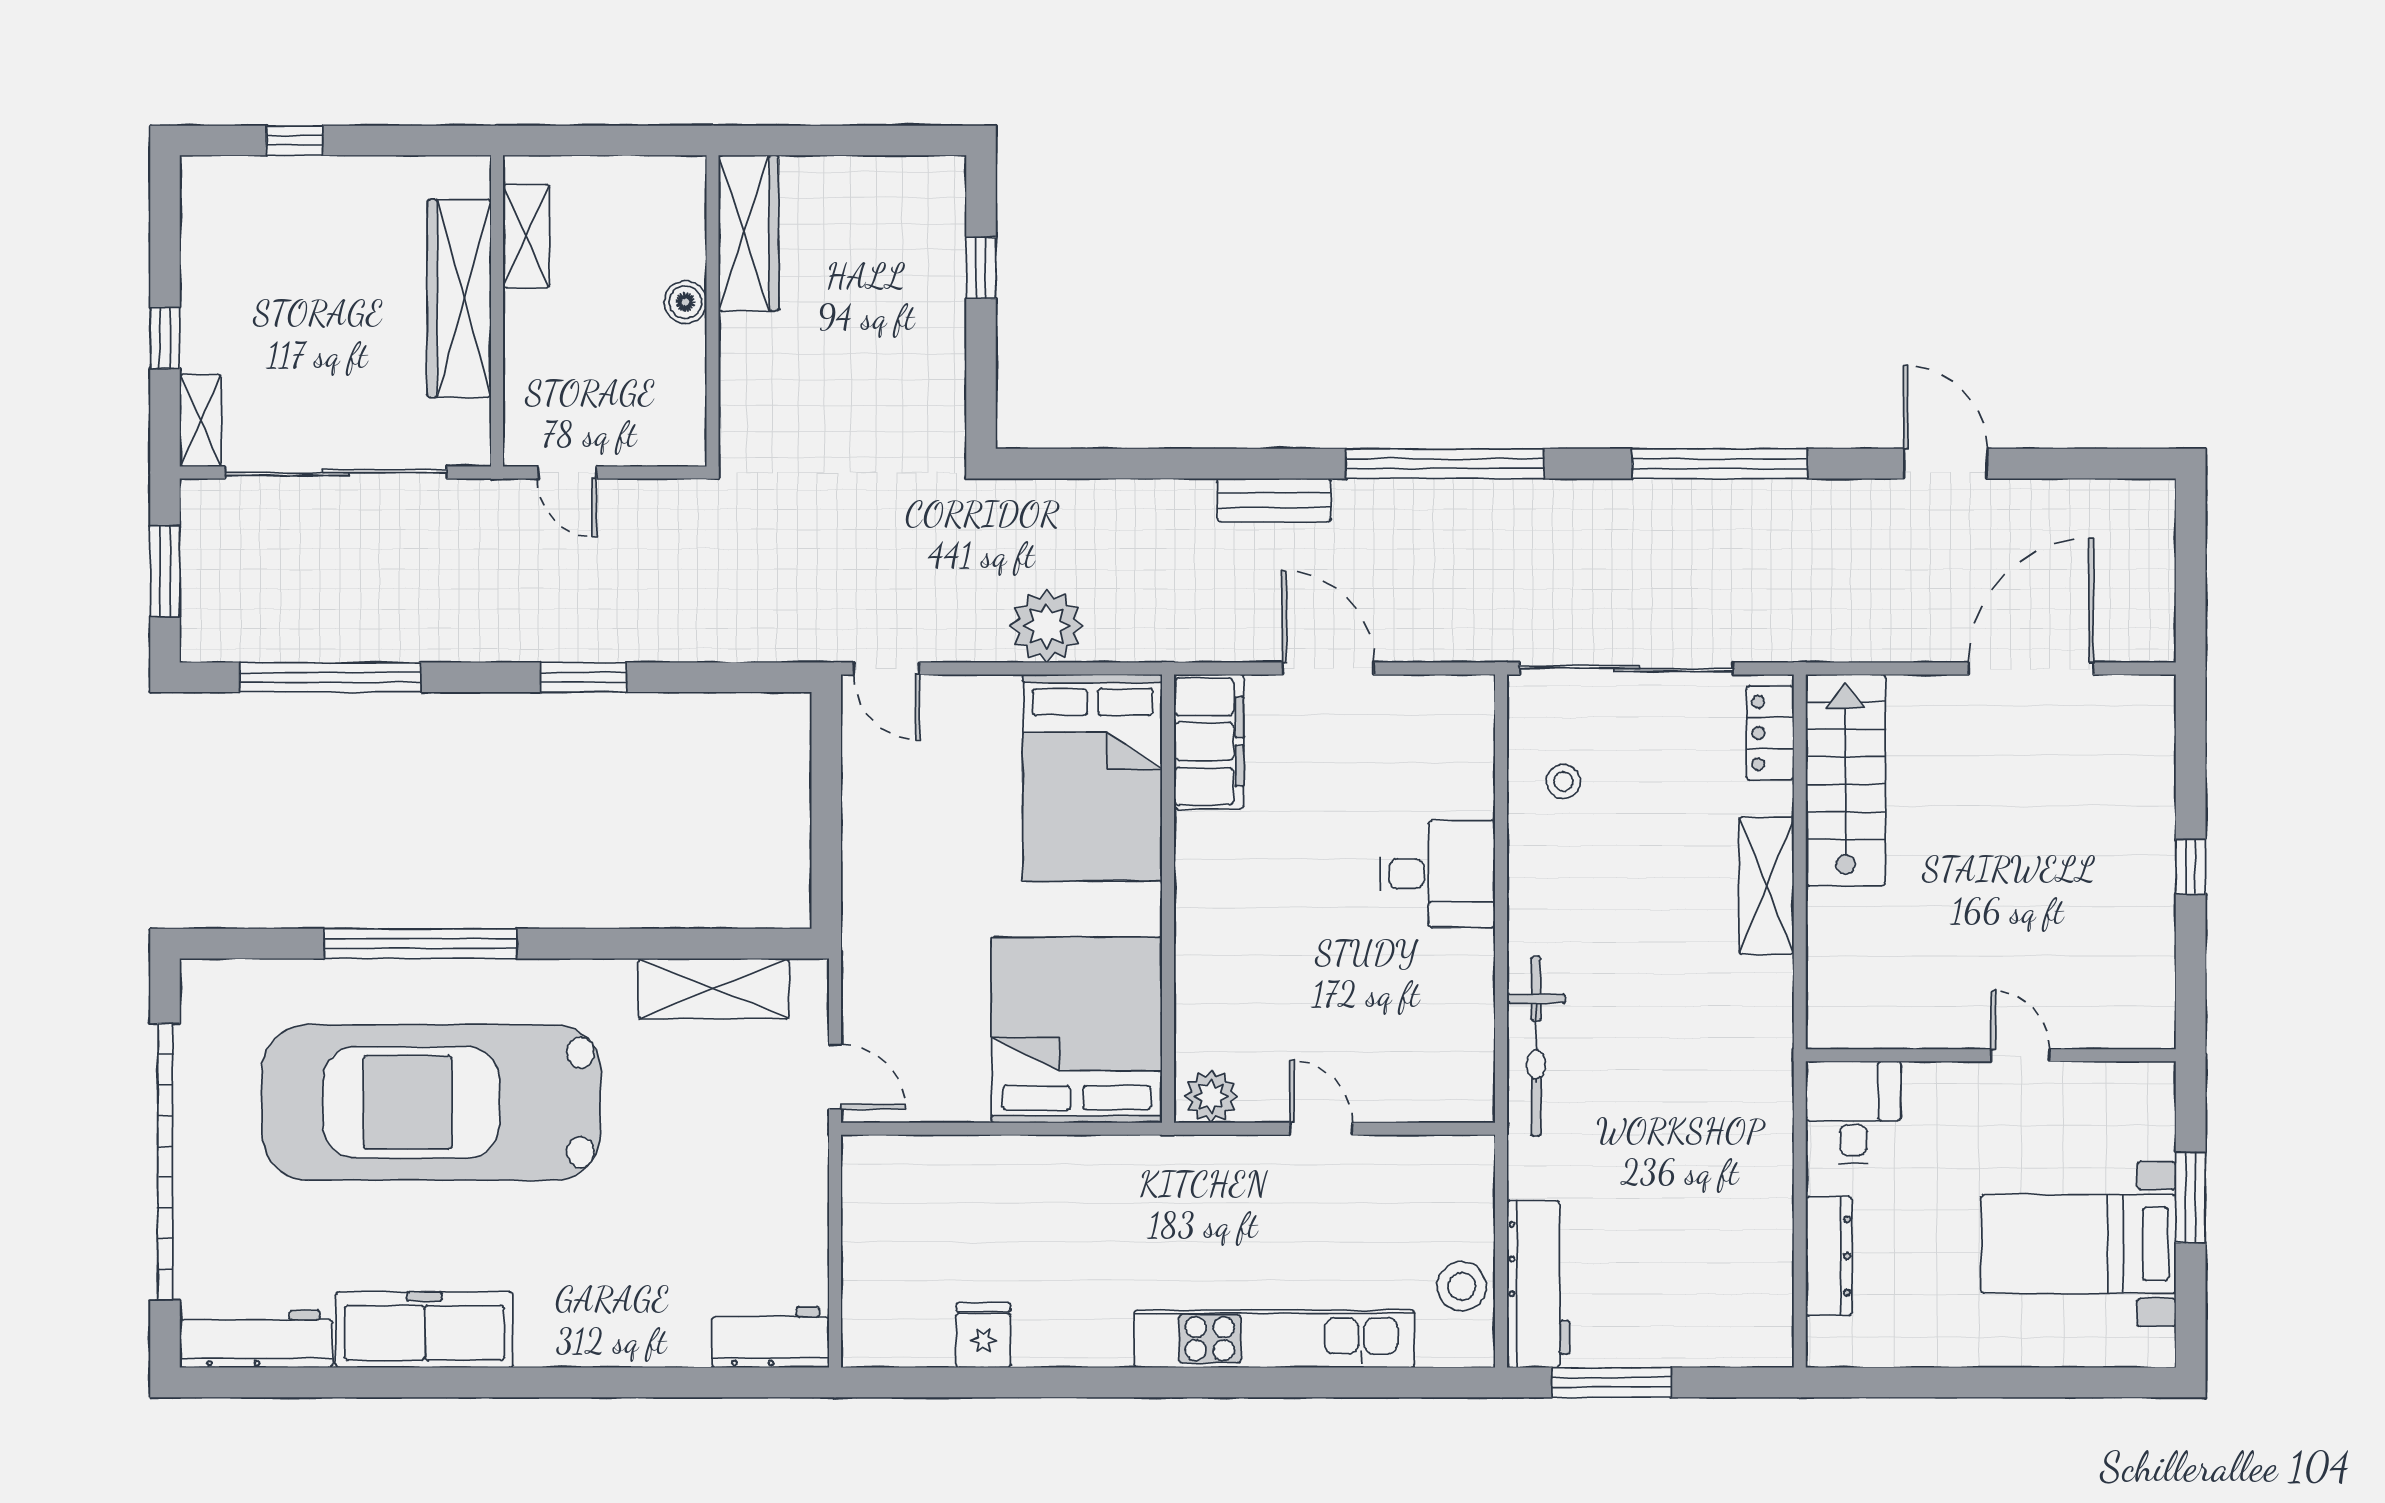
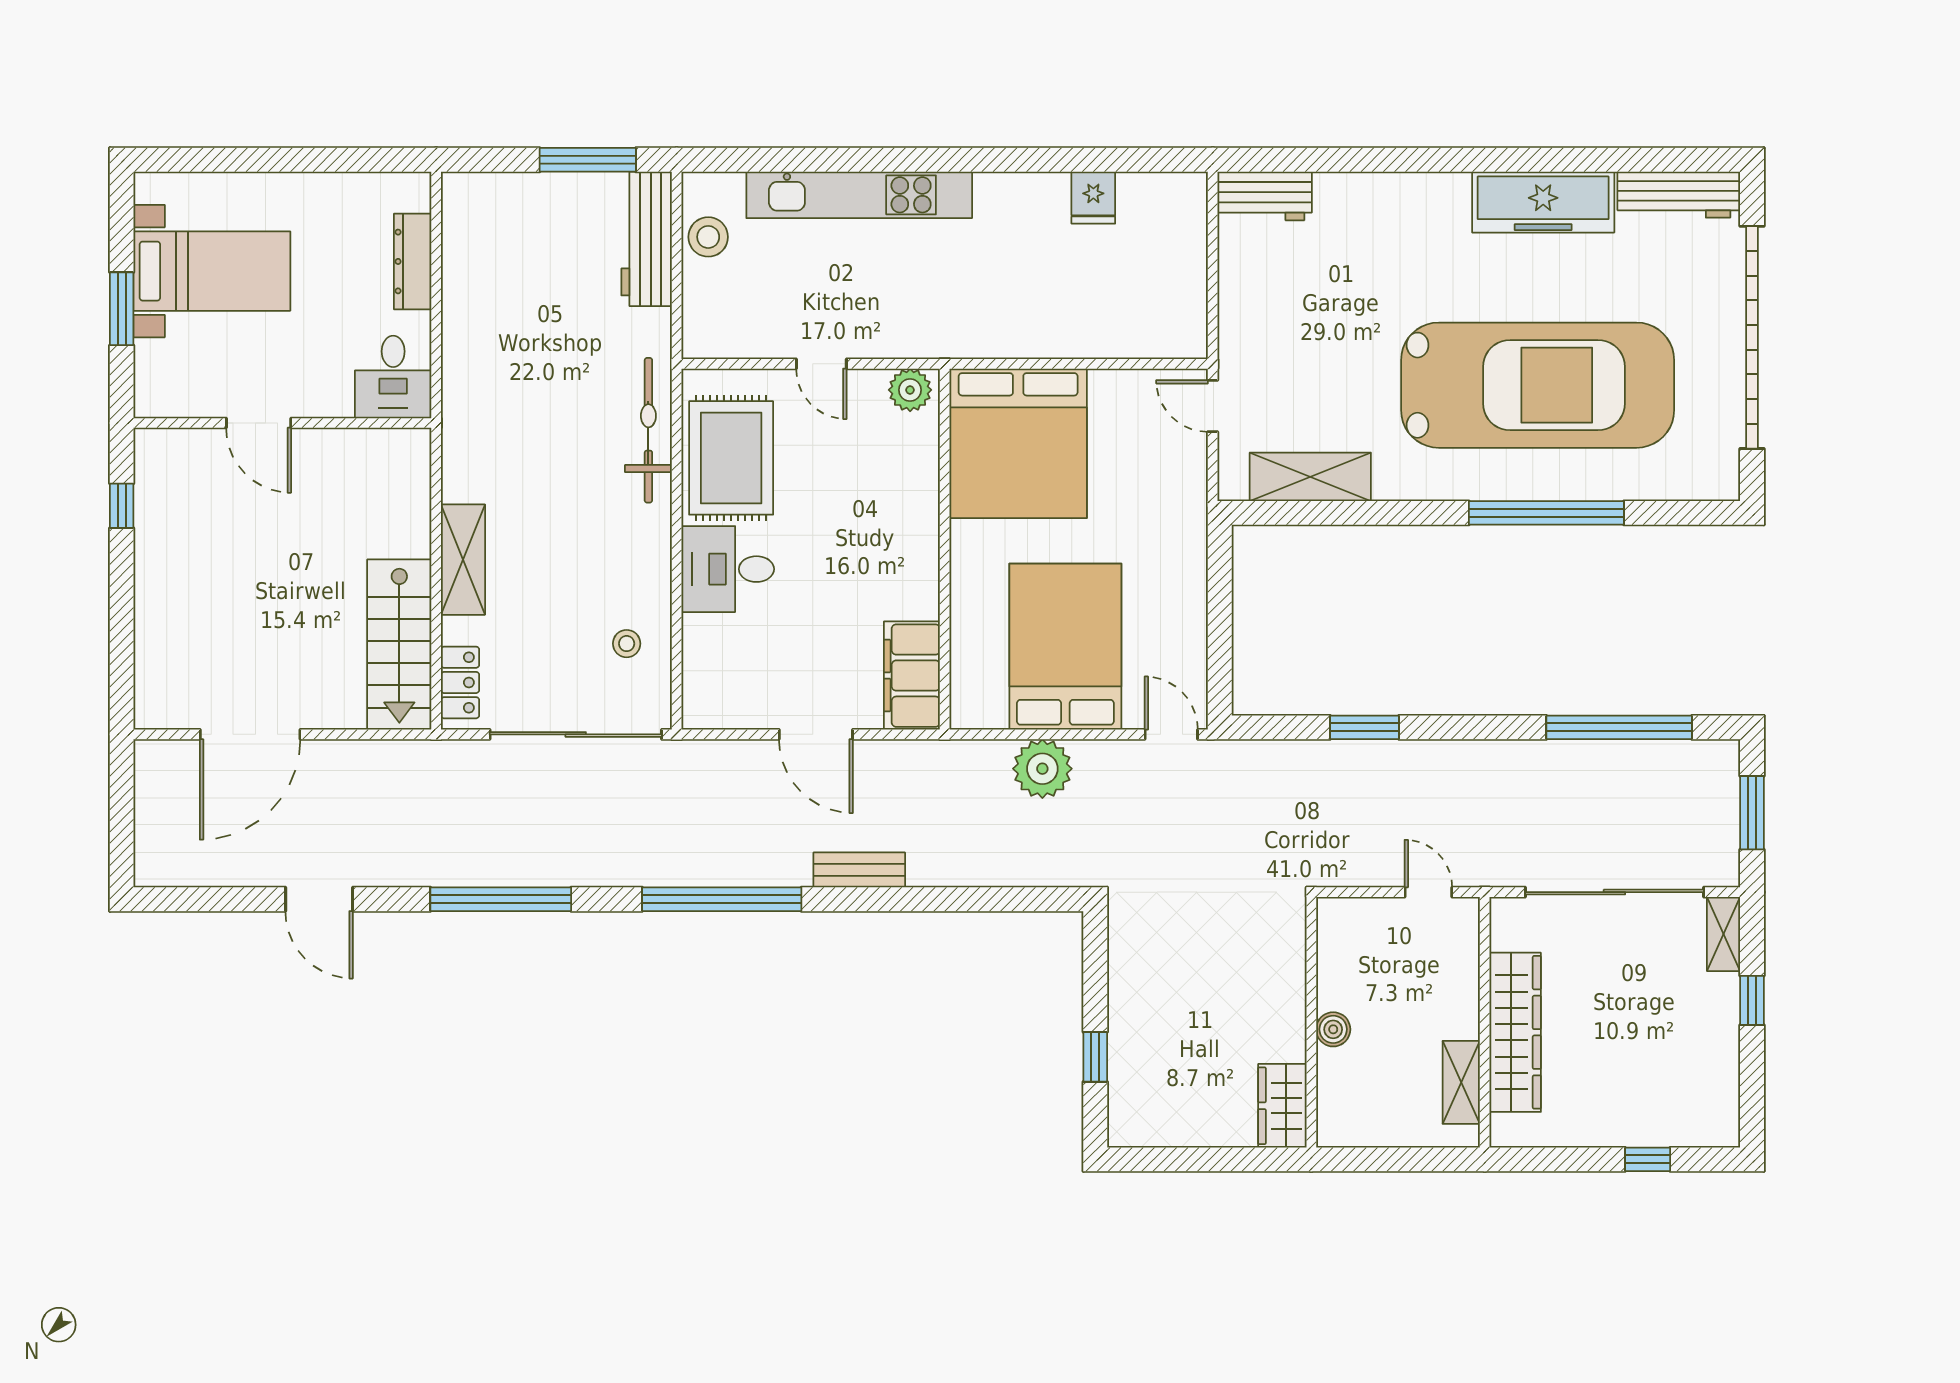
wardrobe: (749, 233) -> (1282, 1106), width x0.67
window: (584, 677) -> (1365, 727), moved
bed: (1092, 777) -> (1065, 647), moved
window: (2191, 867) -> (122, 506), moved
rug: (1433, 1012) -> (731, 458), added
door: (2020, 1055) -> (259, 423), width x1.38

